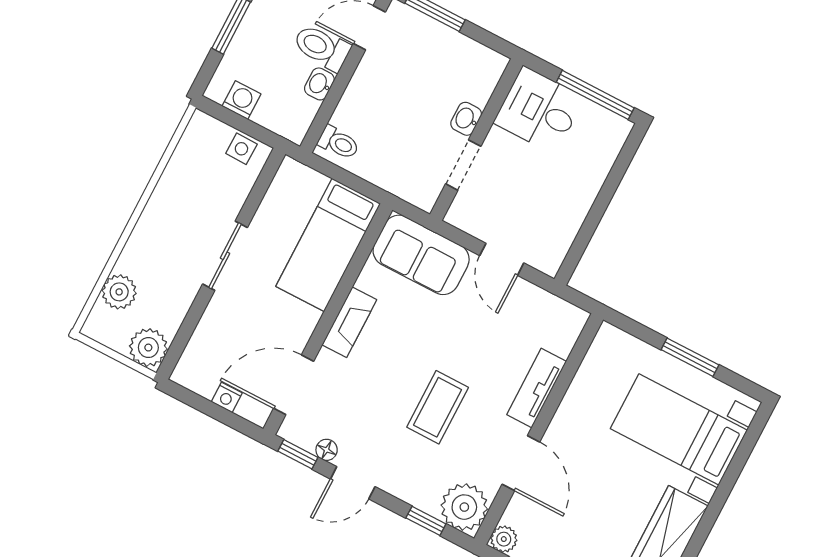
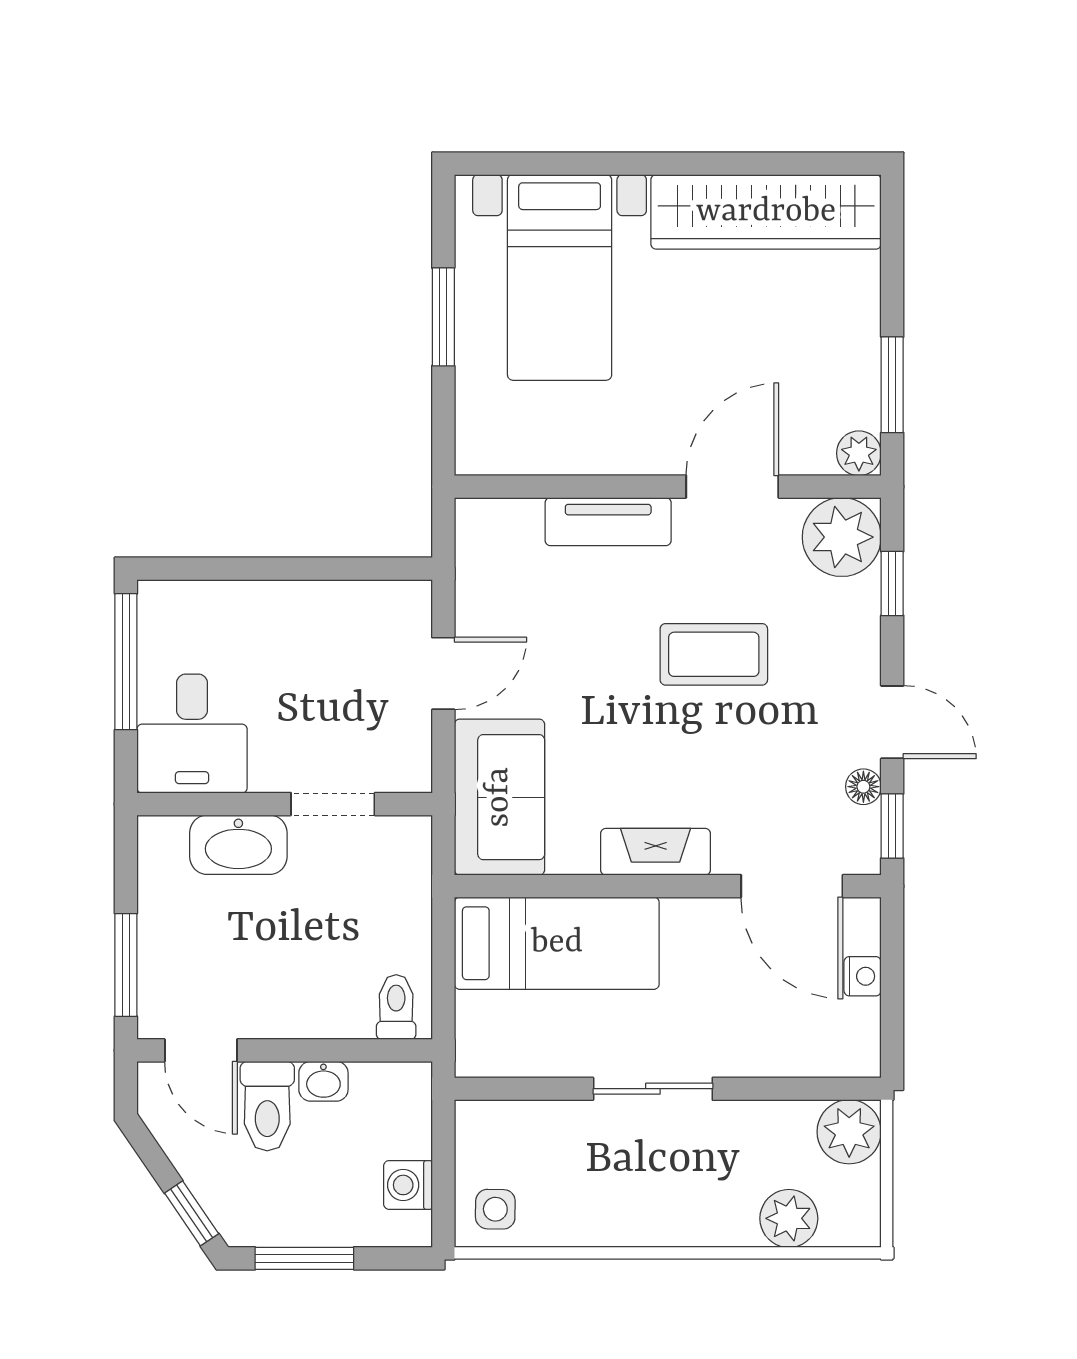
washbasin: (466, 119) -> (238, 845), width x1.91, depth x1.45
side table: (241, 149) -> (495, 1209), moved

